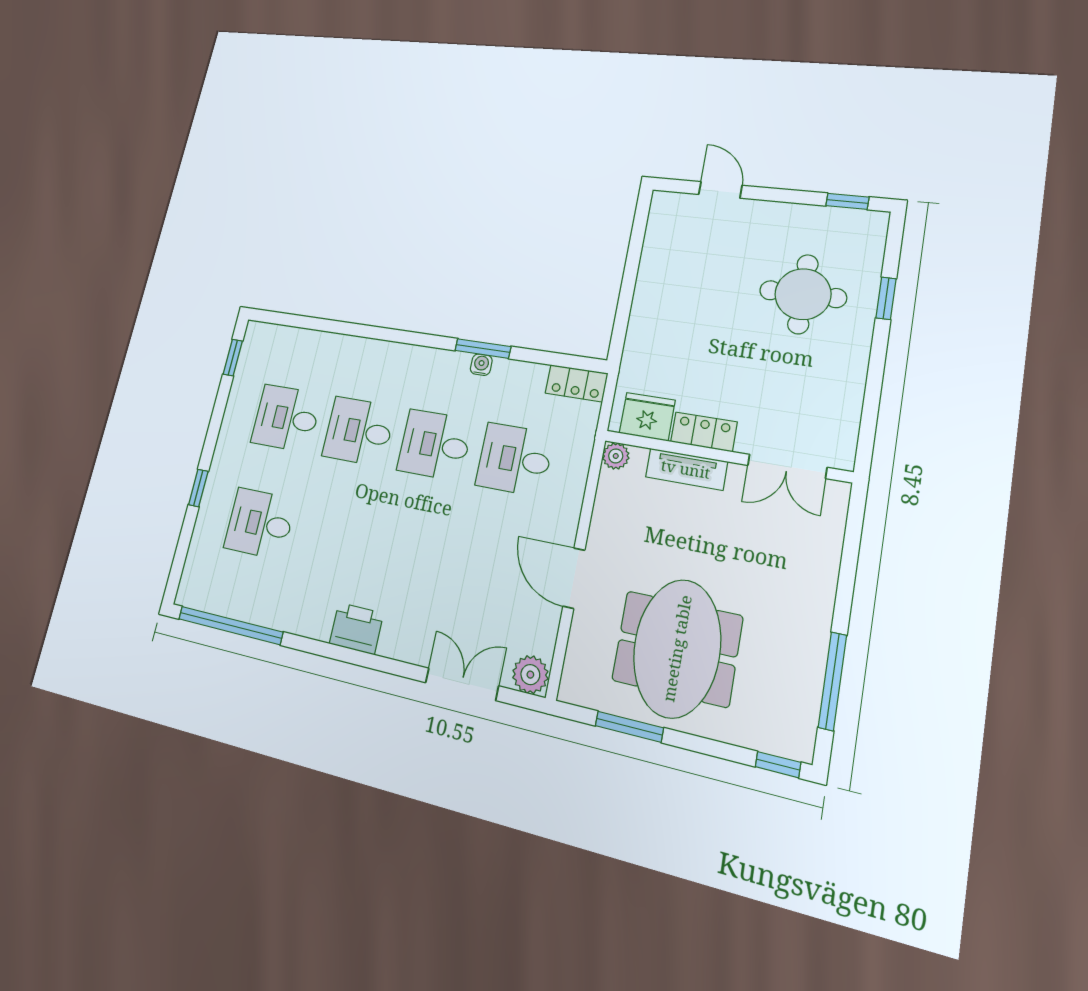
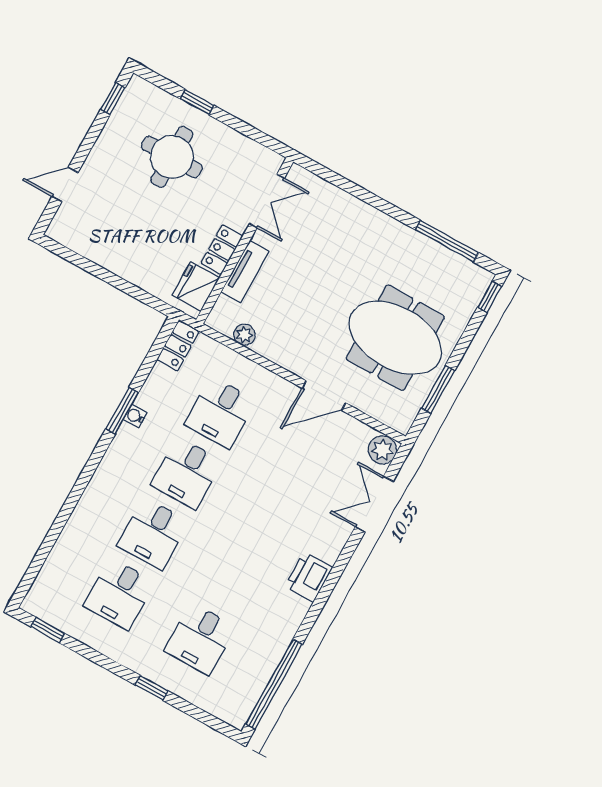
fridge: (647, 417) -> (196, 286), moved
locker: (704, 432) -> (222, 250), moved
wall: (725, 456) -> (245, 241), moved
double door: (787, 466) -> (267, 201), moved
tv unit: (686, 469) -> (245, 272), moved

